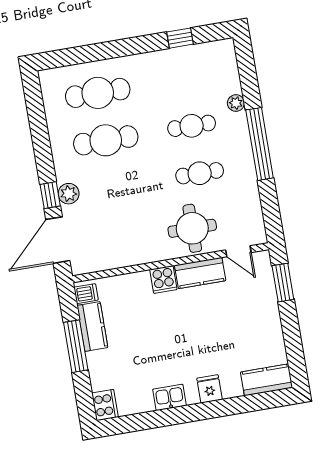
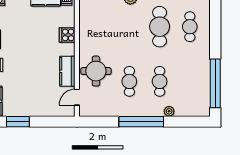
window: (180, 38) -> (215, 83), width x3.17
cafe table: (98, 93) -> (190, 27), width x0.73, depth x0.74
cooker: (163, 280) -> (67, 35), moved
window: (283, 283) -> (18, 122), moved

